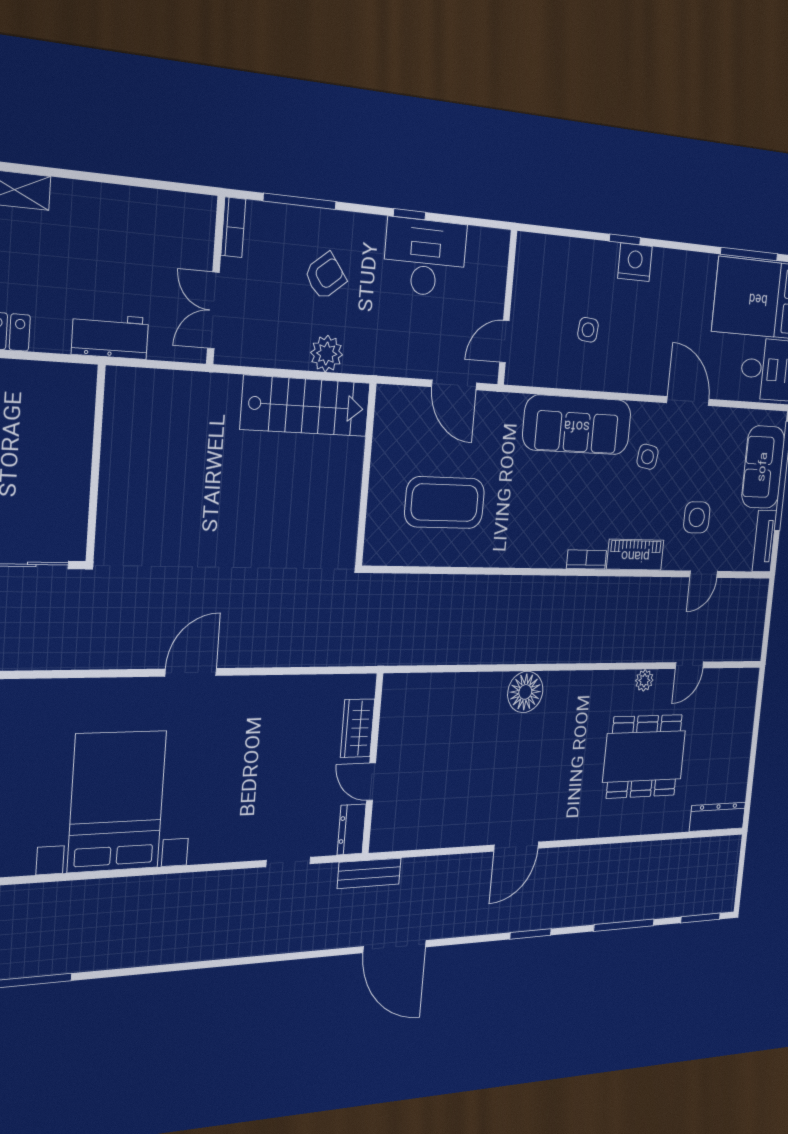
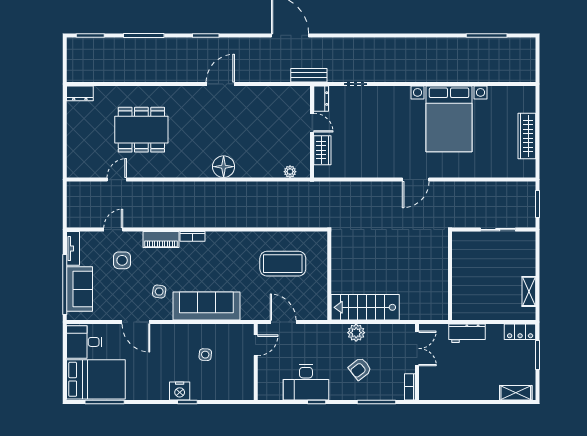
wall: (96, 464) -> (450, 276), moved
plant: (644, 680) -> (290, 172), moved
dresser: (717, 817) -> (80, 93), width x0.70

